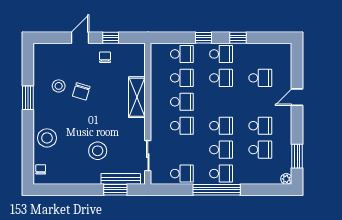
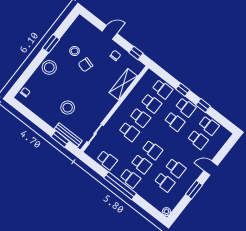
window: (111, 38) -> (136, 53), moved
school desk: (260, 54) -> (209, 125), added
shelving: (137, 97) -> (123, 84), moved
stool: (47, 138) -> (49, 67), moved
window: (297, 156) -> (194, 190), moved

